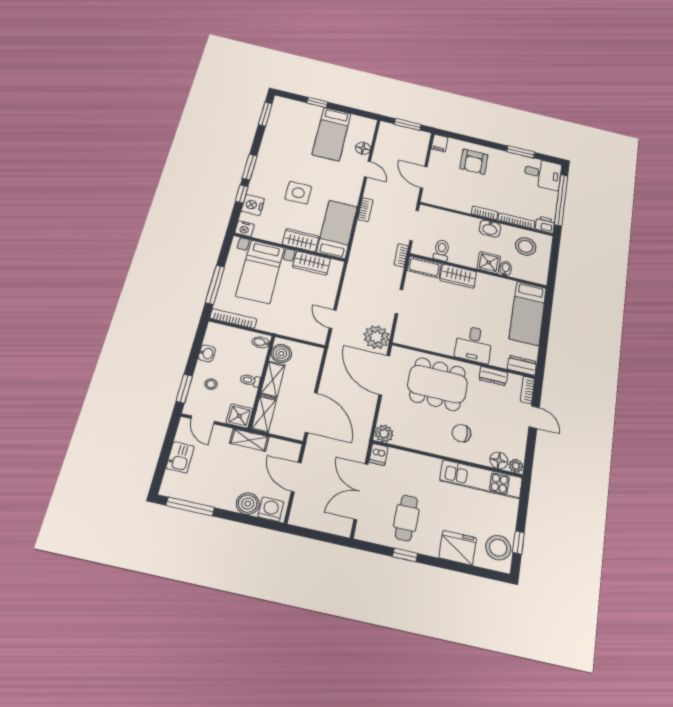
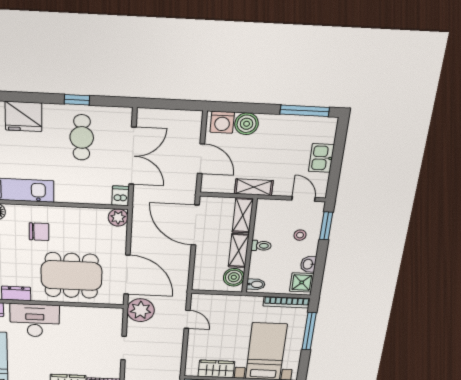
desk: (474, 344) -> (35, 320), width x1.37
shower: (239, 416) -> (302, 282), moved

